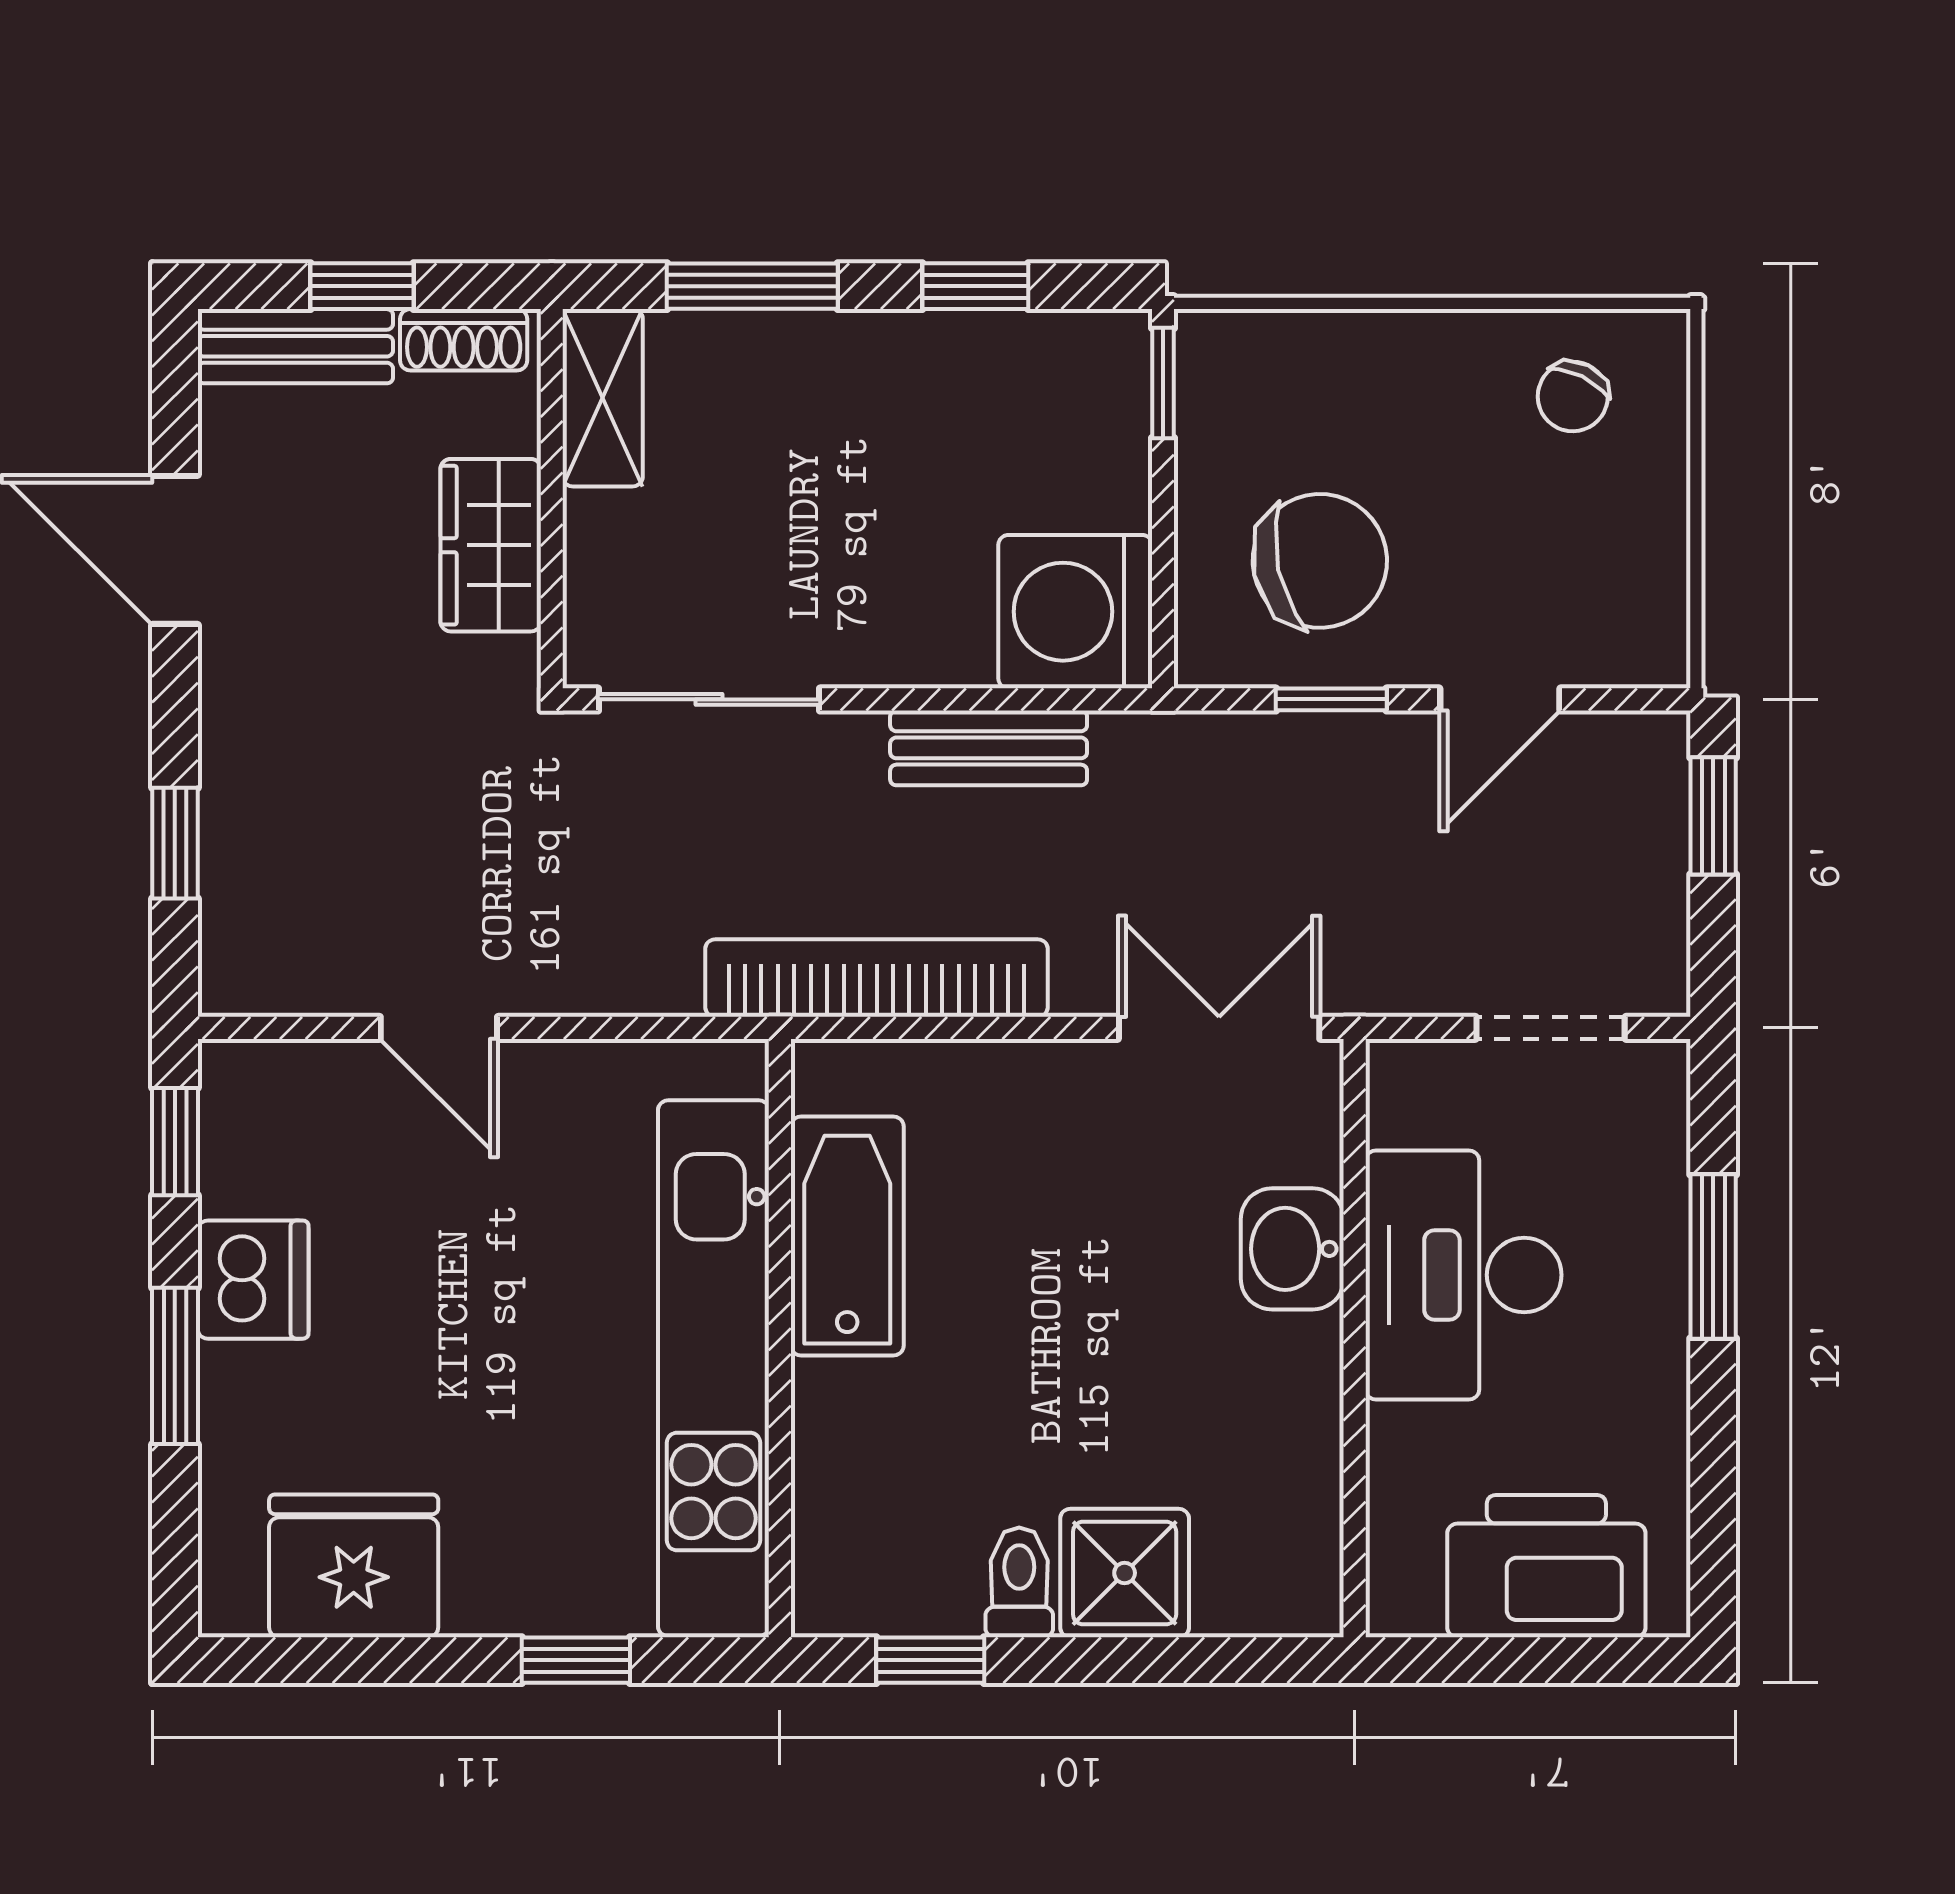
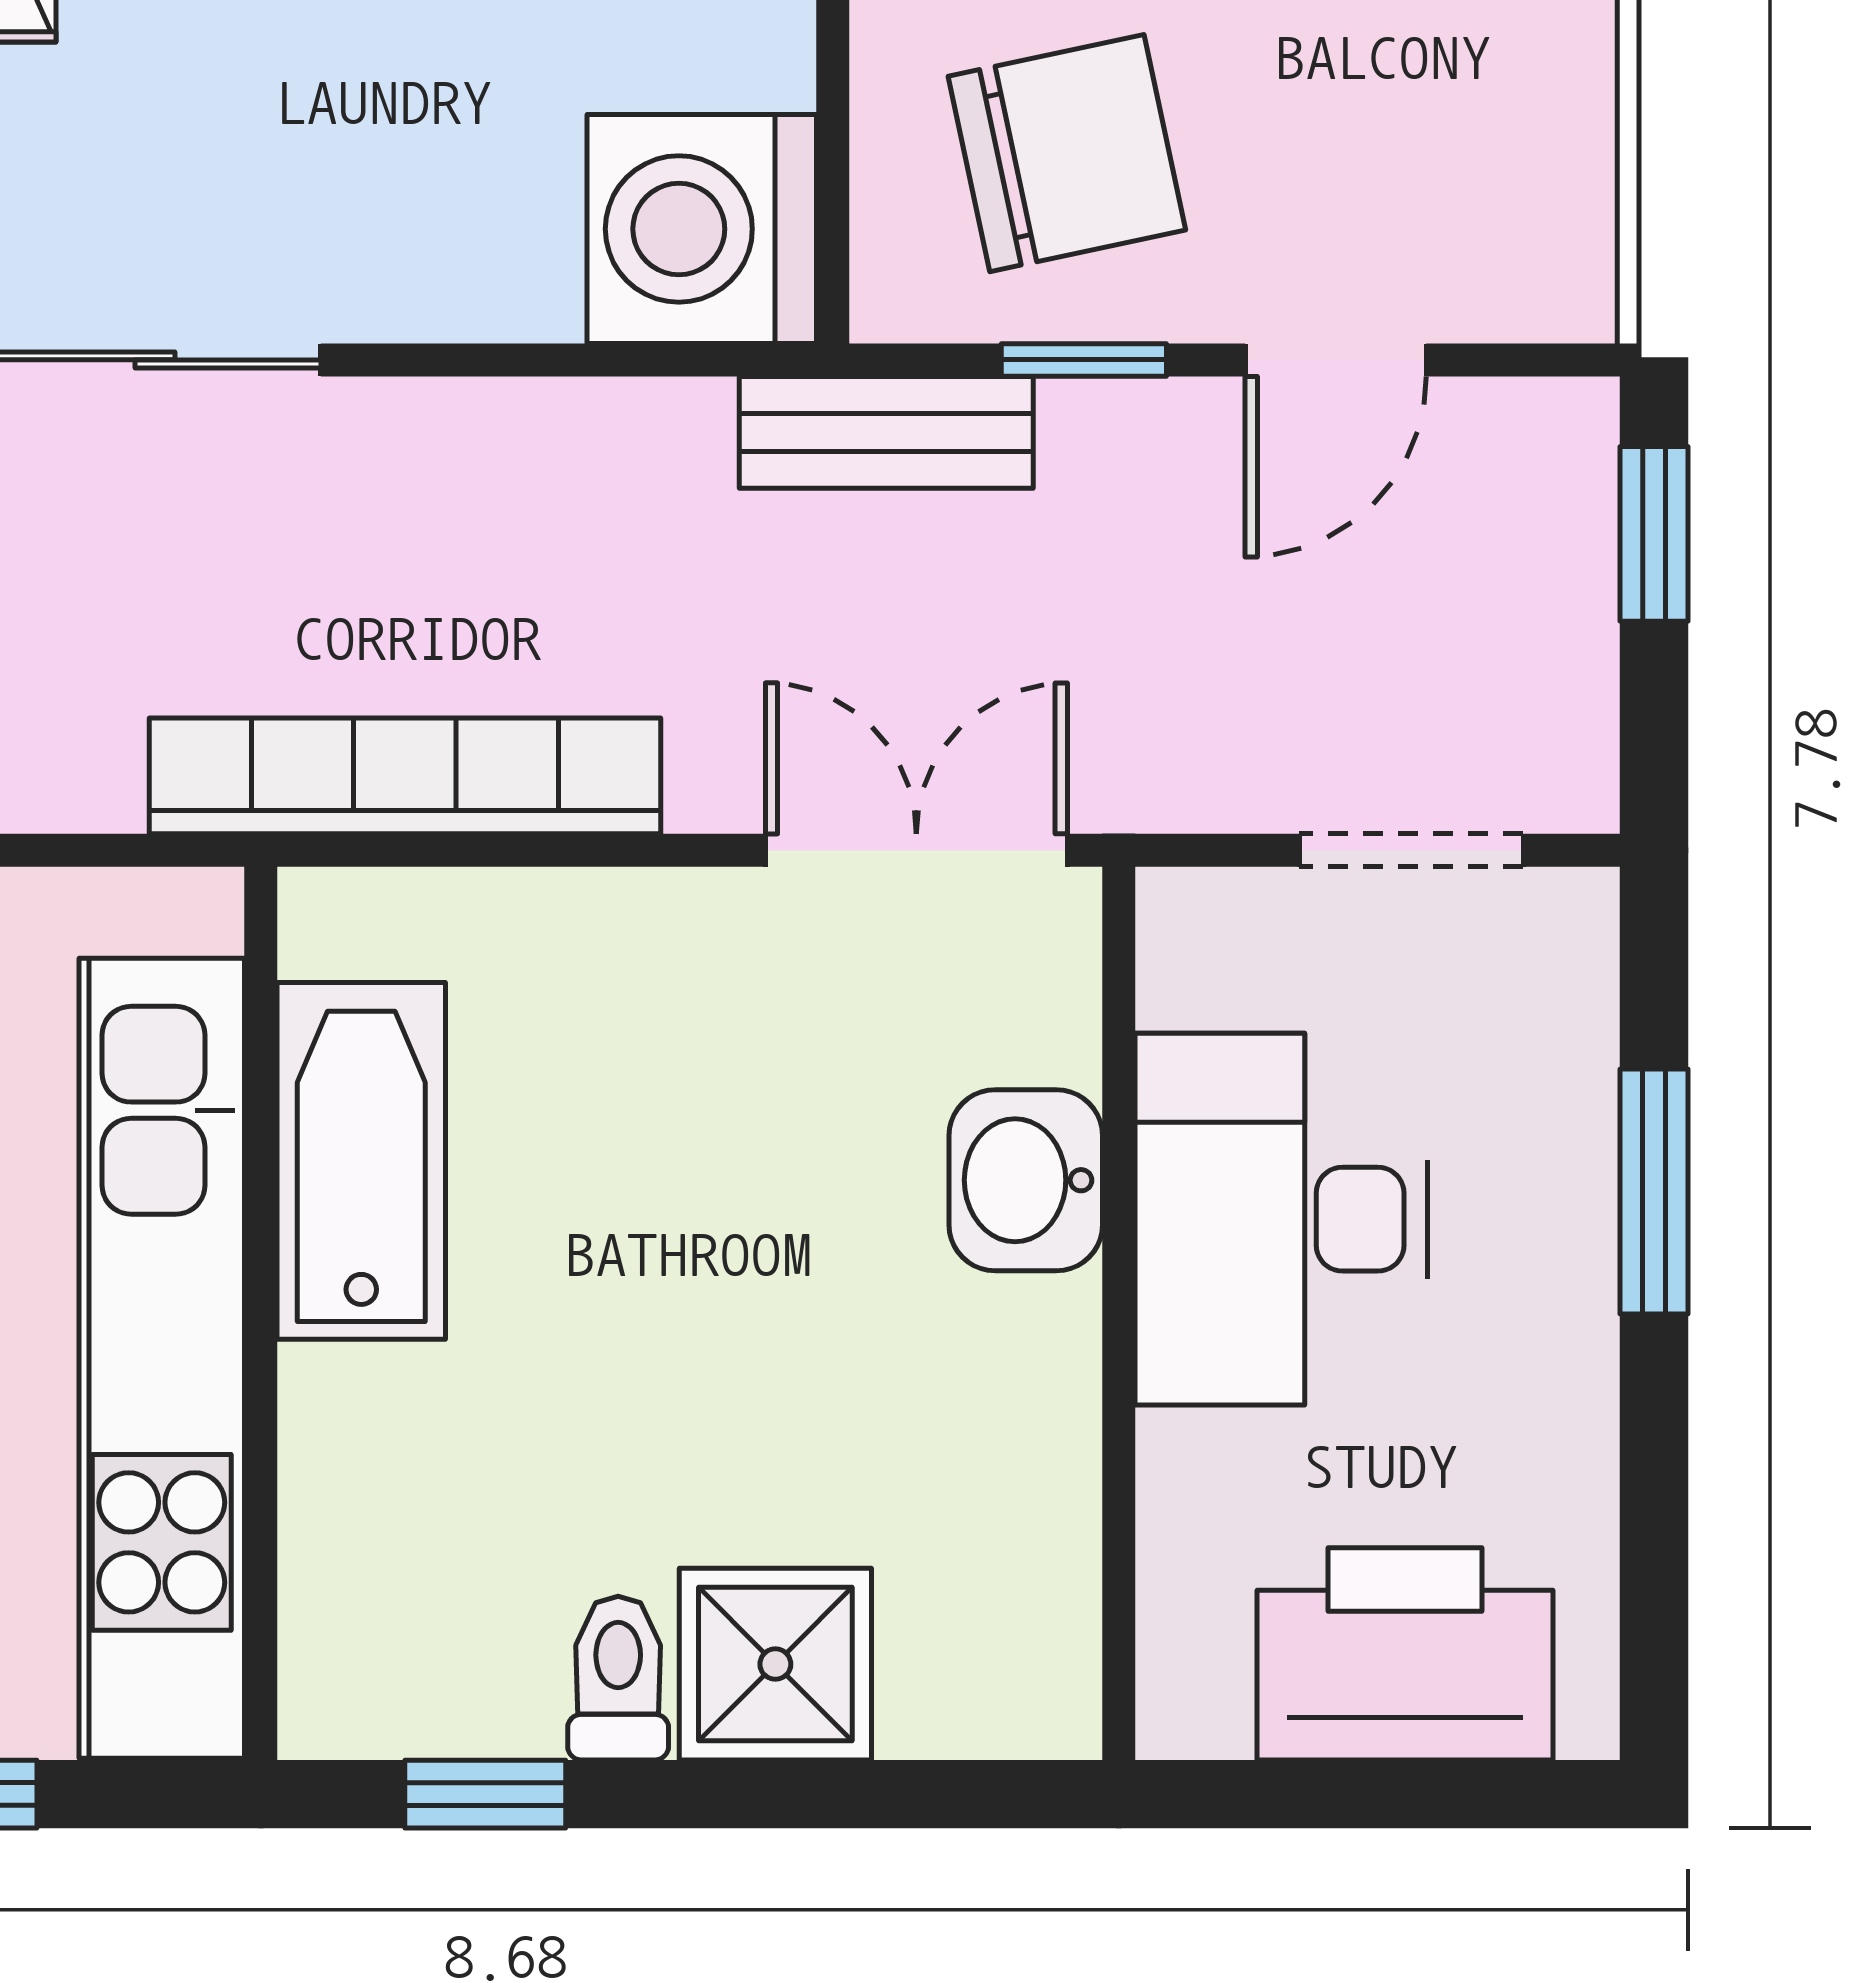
bench: (989, 748) -> (886, 432), moved

